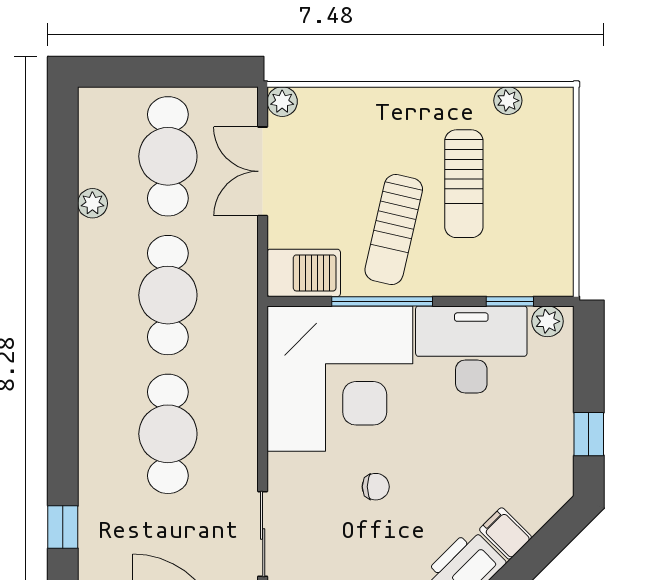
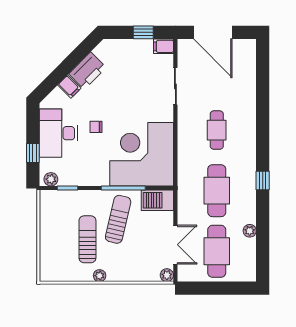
plant: (508, 101) -> (100, 276), moved
desk: (471, 349) -> (58, 133), moved, turned 90
cafe table: (168, 434) -> (217, 130), width x0.73, depth x0.74
window: (589, 434) -> (33, 153), moved
chair: (376, 487) -> (96, 127), moved
window: (63, 527) -> (263, 180), moved

